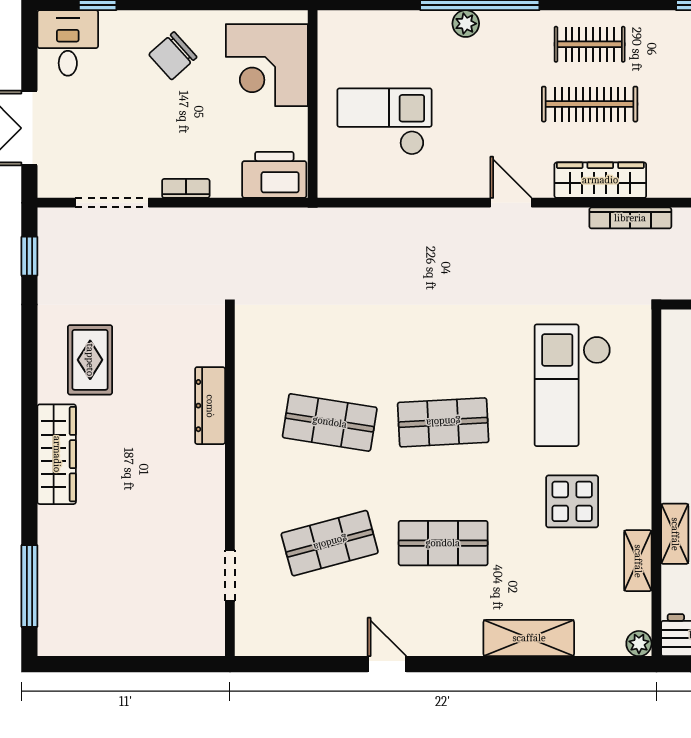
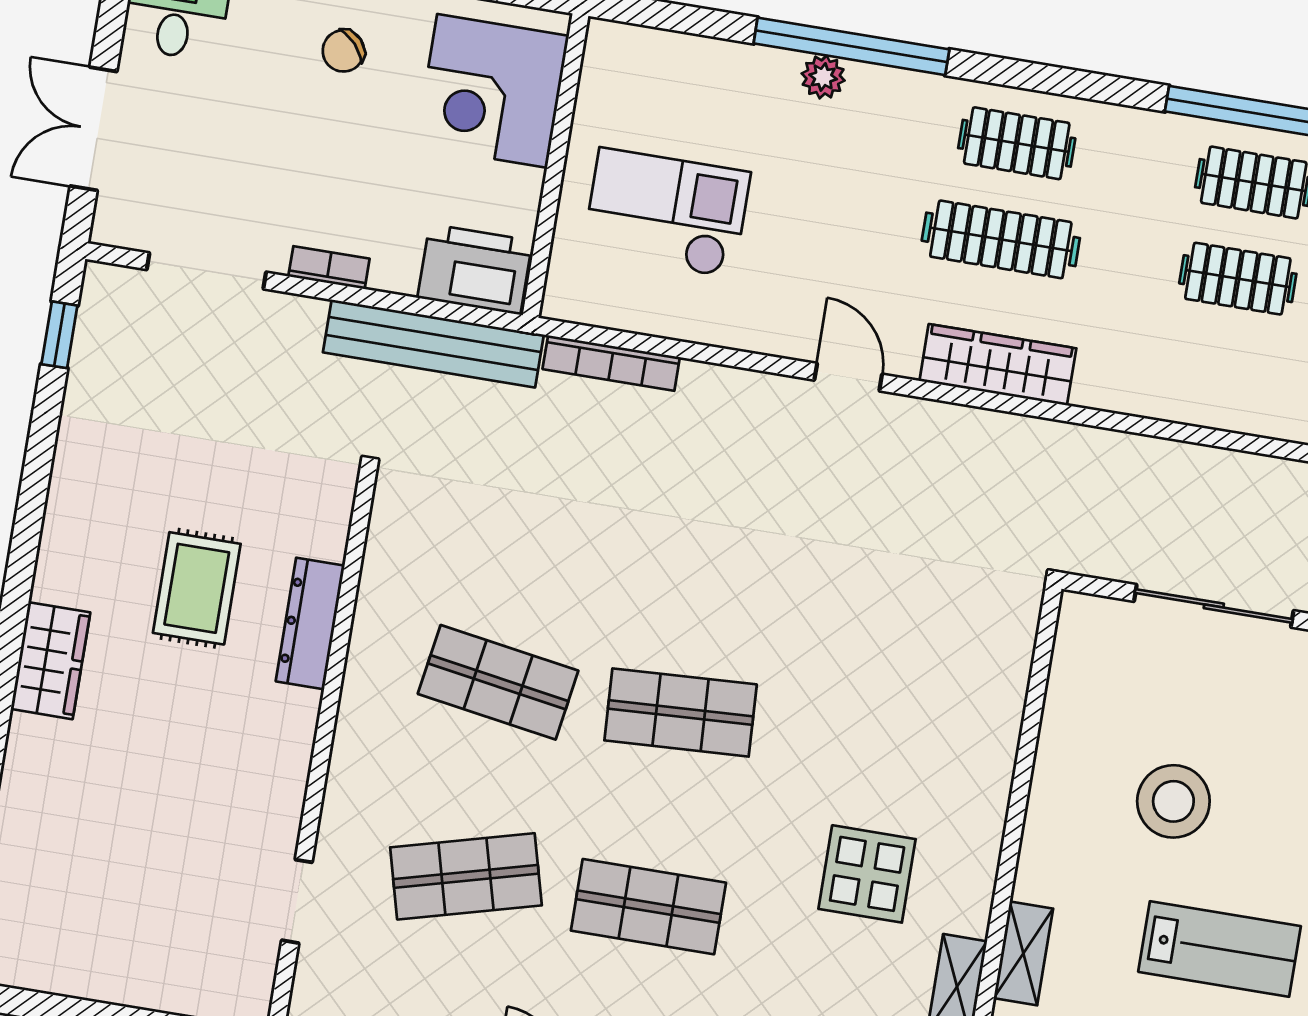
chair: (173, 56) -> (343, 51), width x0.73, depth x0.73
bookcase: (630, 218) -> (611, 363), moved
bench: (257, 224) -> (433, 344), added
rug: (90, 360) -> (197, 588), moved
checkout: (572, 385) -> (898, 687), removed
wardrobe: (57, 454) -> (50, 661), width x0.67

